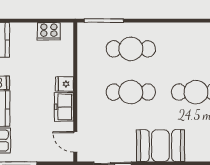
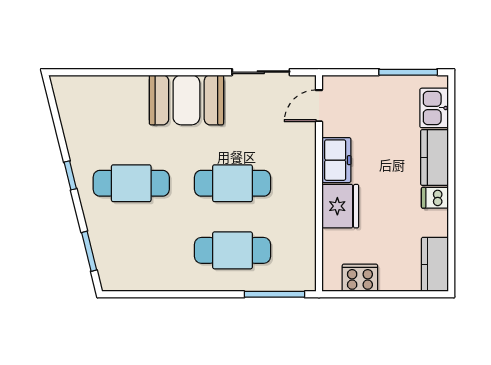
fridge: (65, 84) -> (340, 206), width x1.88, depth x1.34
door: (75, 142) -> (319, 106), swing flipped

